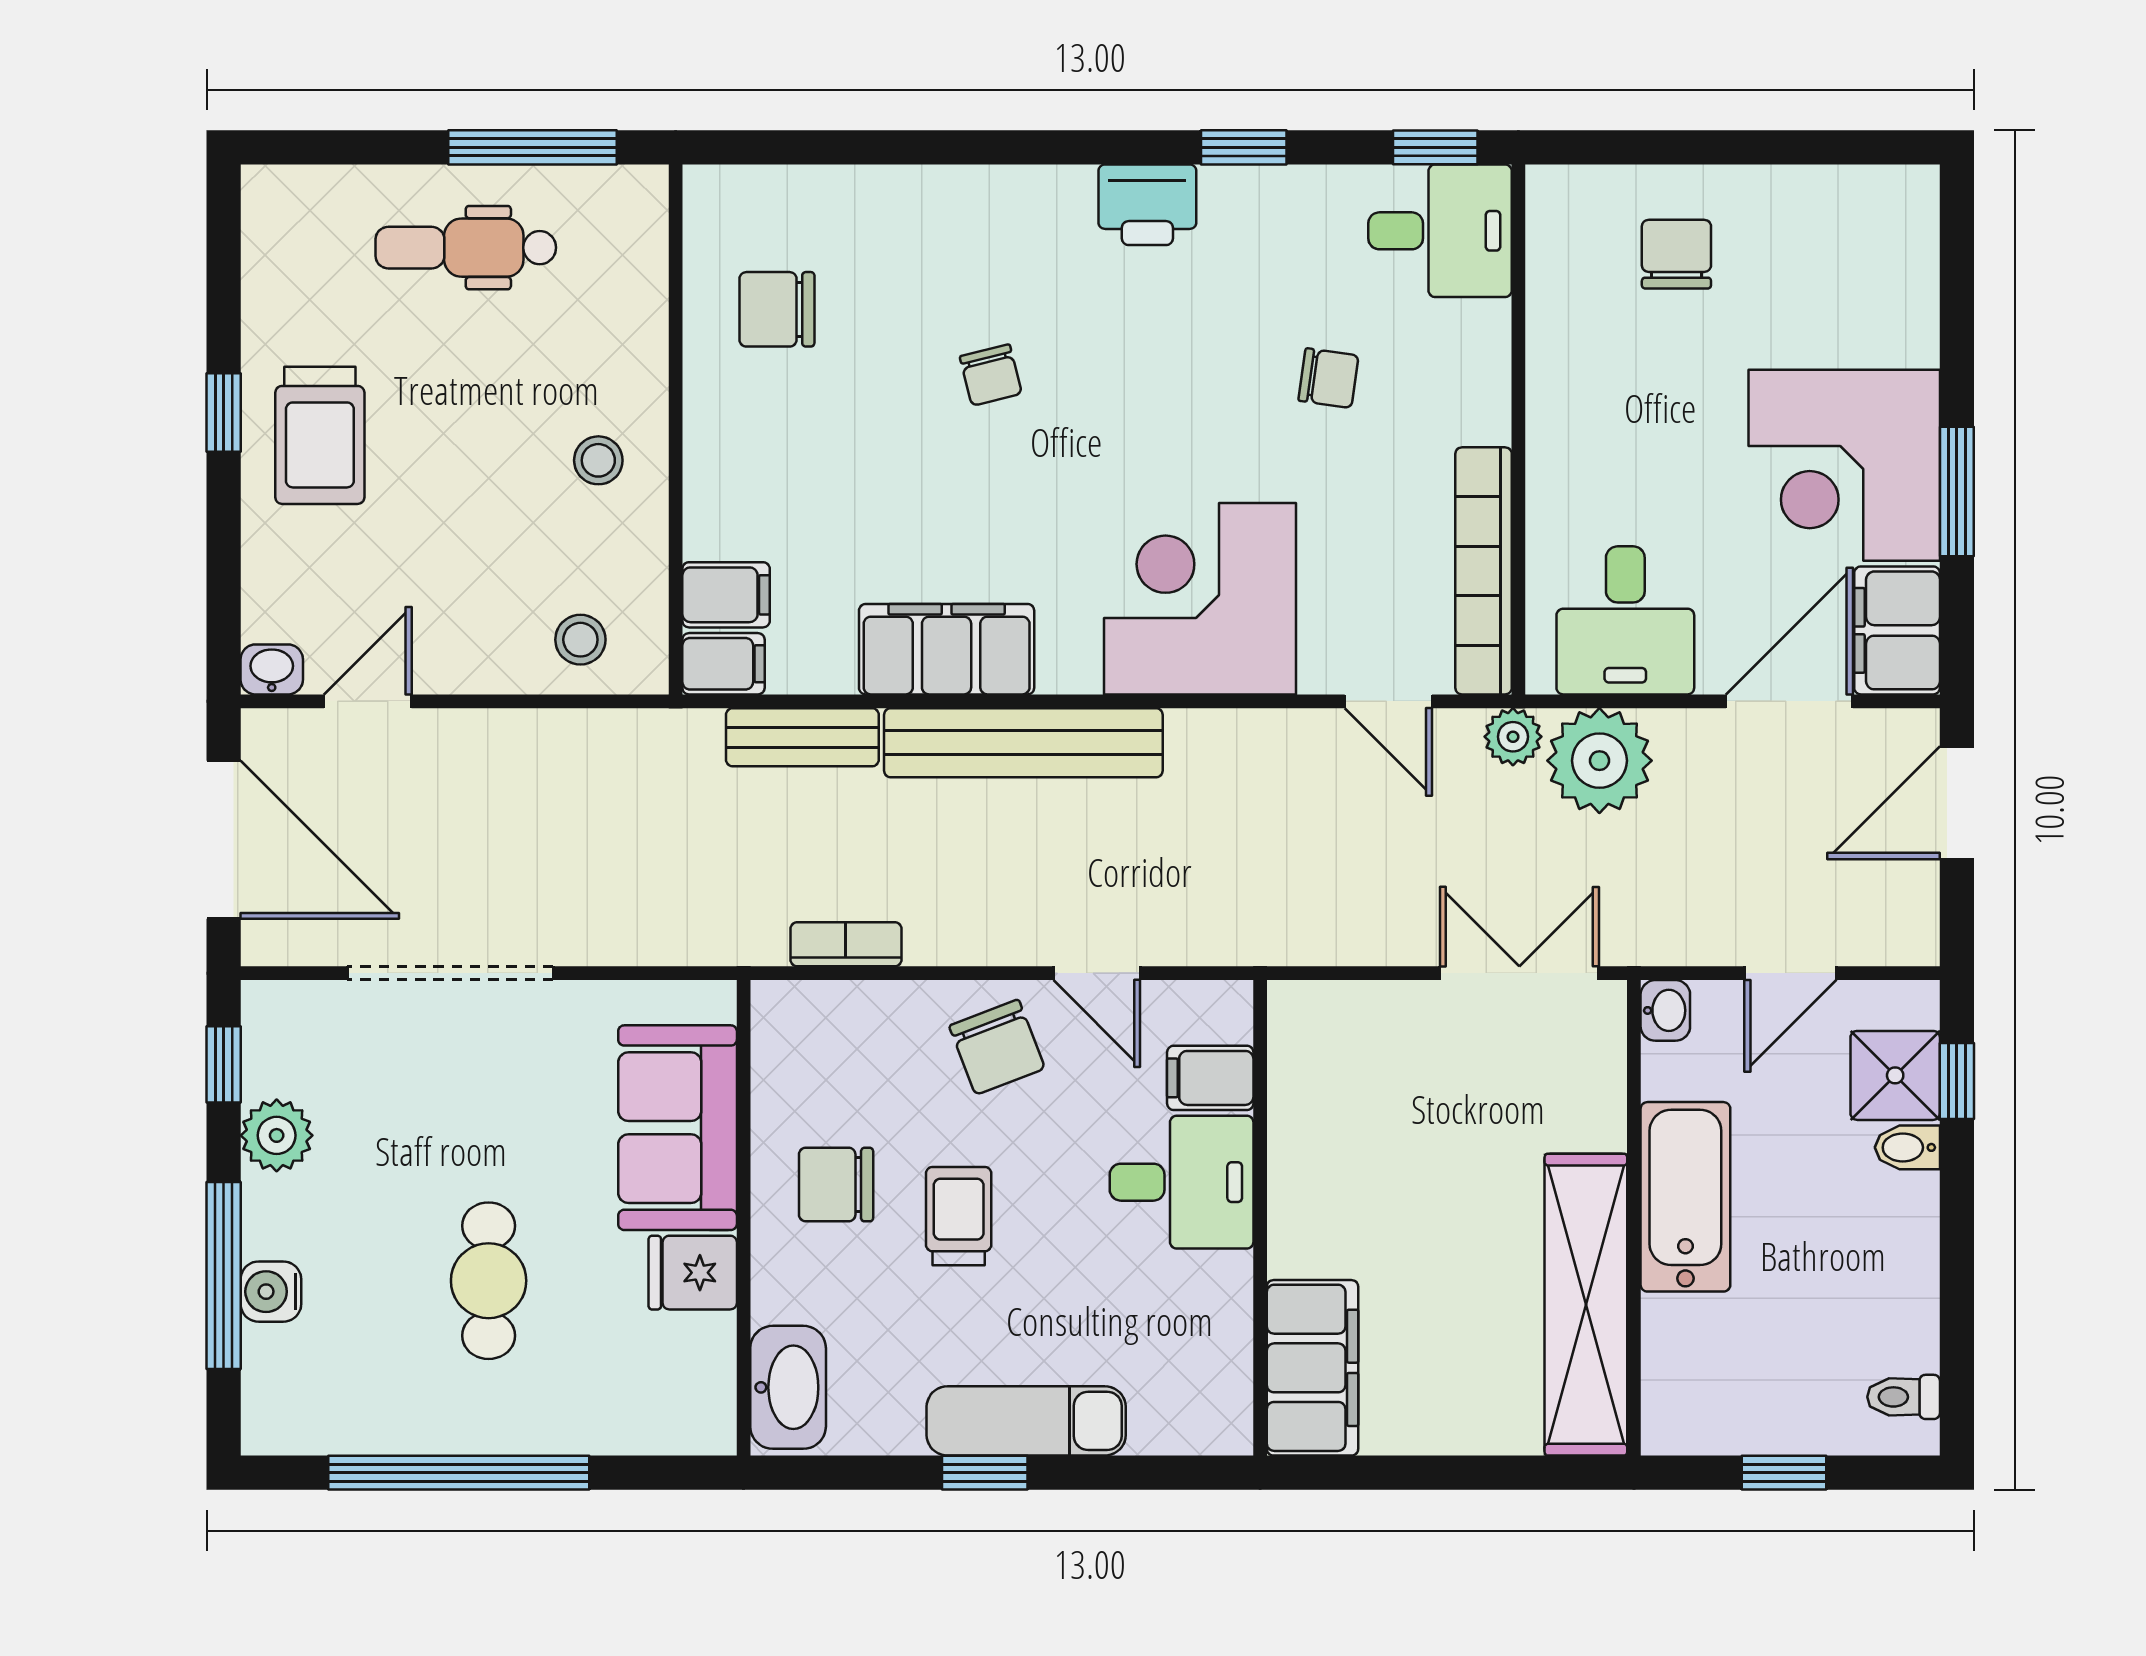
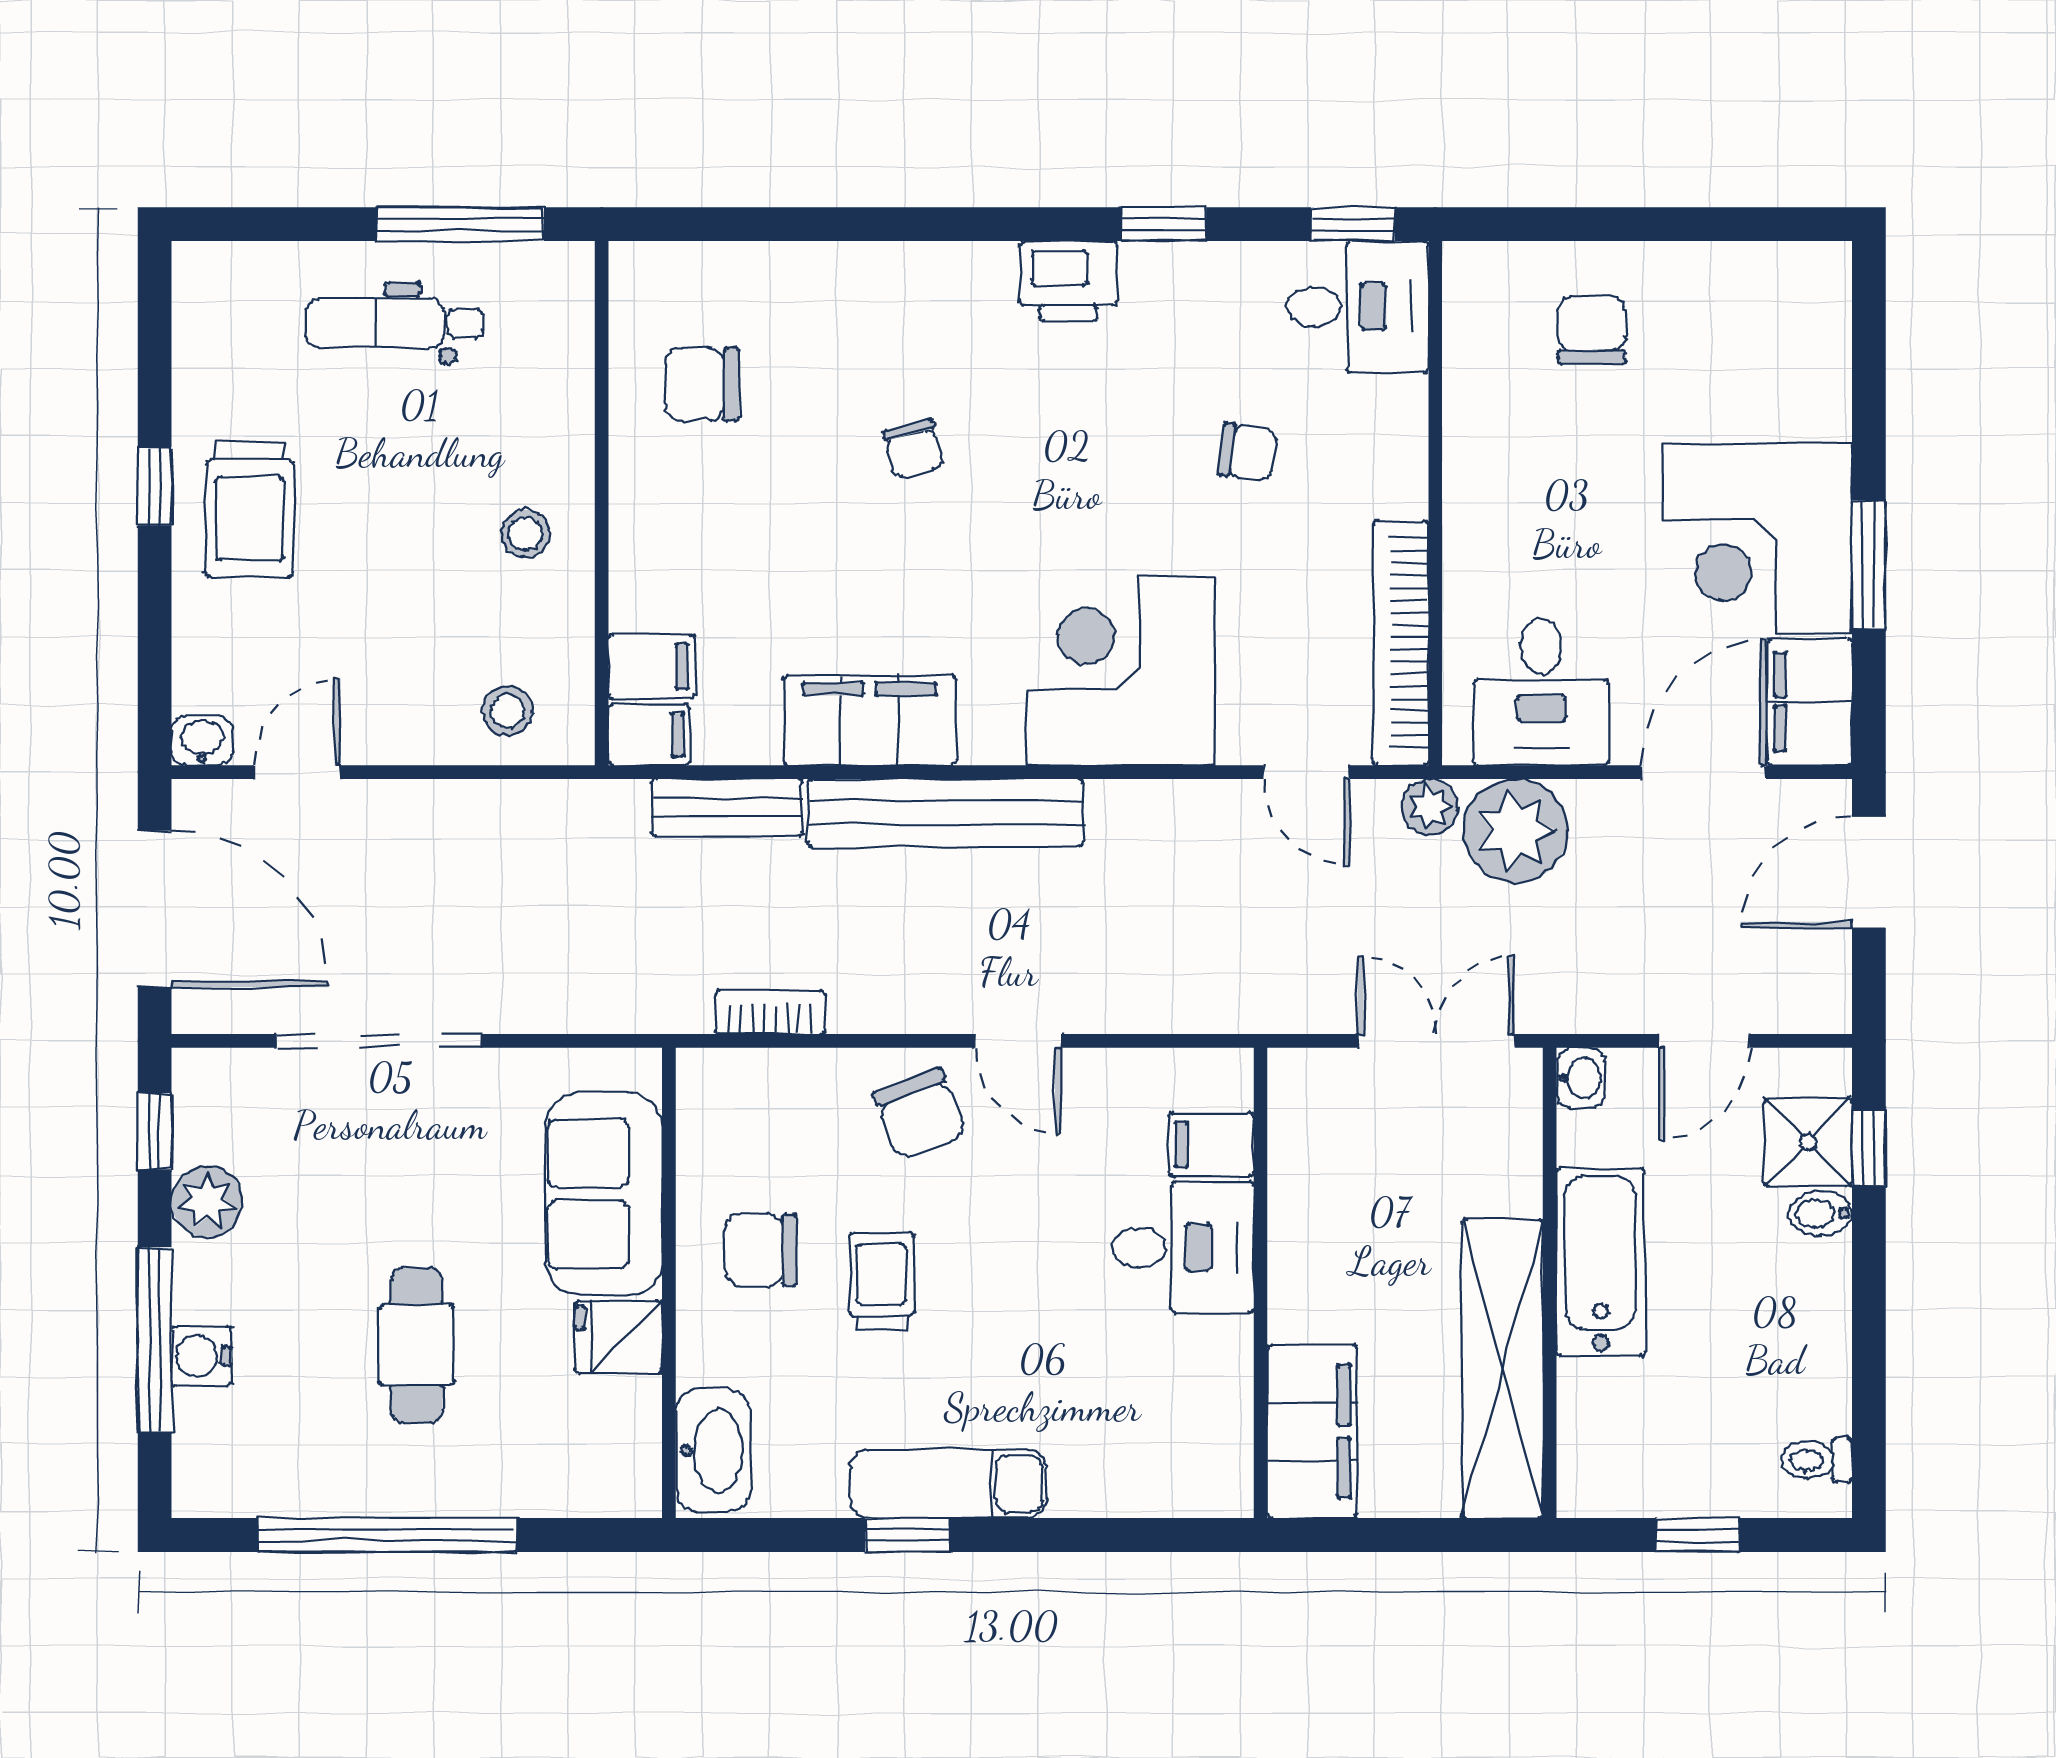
filing cabinet: (1210, 1078) -> (1211, 1144), moved
desk: (1182, 1182) -> (1183, 1248), moved
wall: (1260, 1218) -> (1260, 1283), moved
filing cabinet: (1313, 1368) -> (1312, 1431), moved

